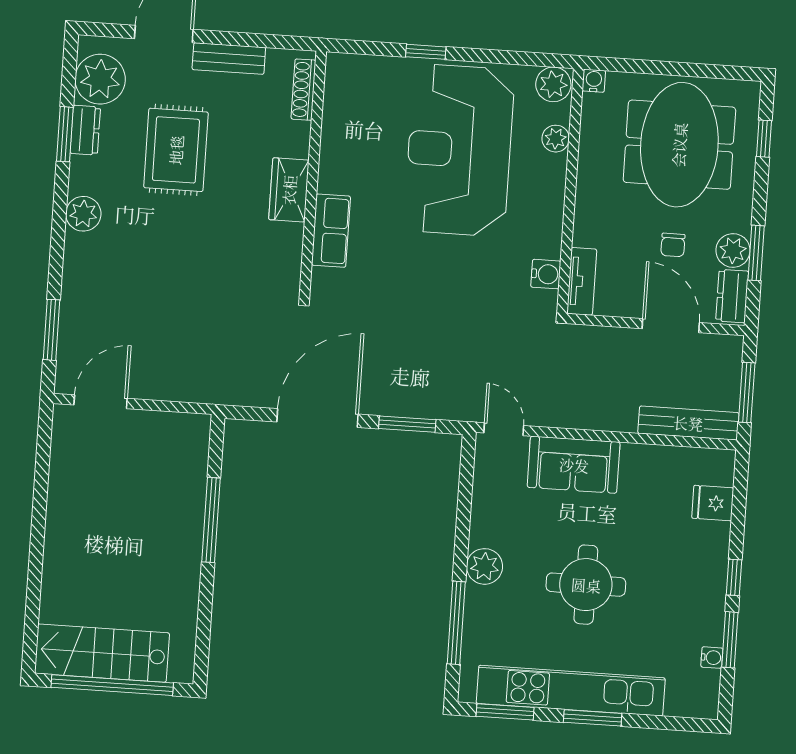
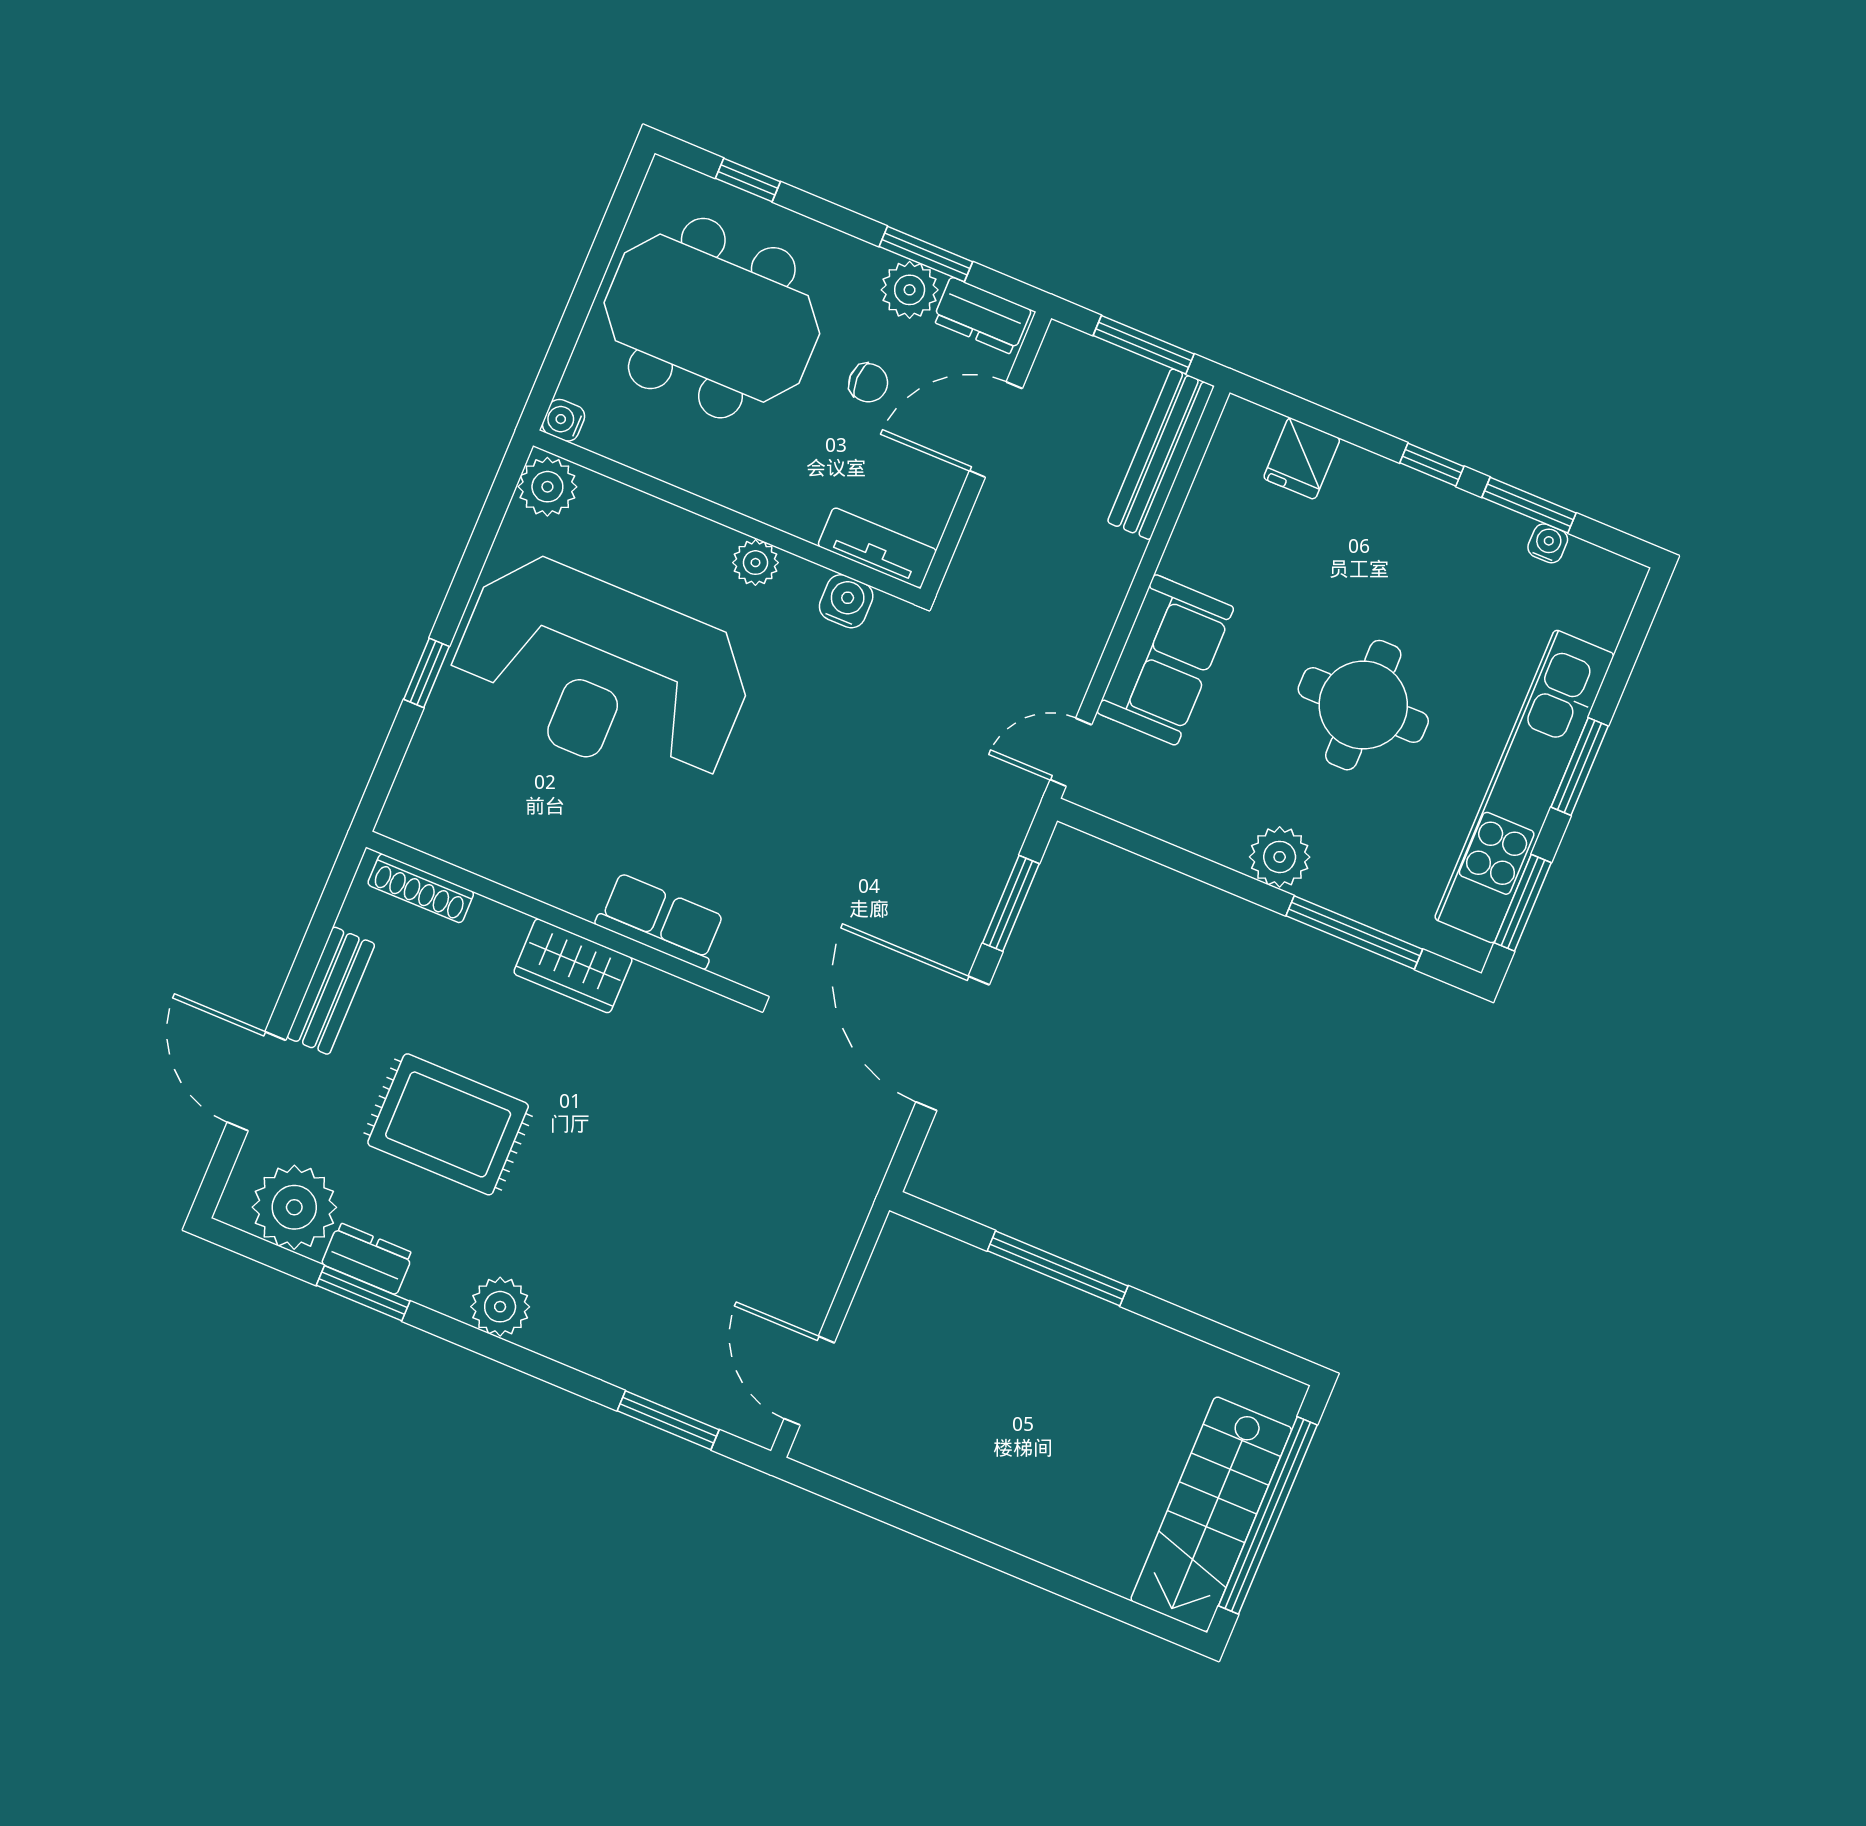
plant: (556, 139) -> (755, 563), moved

